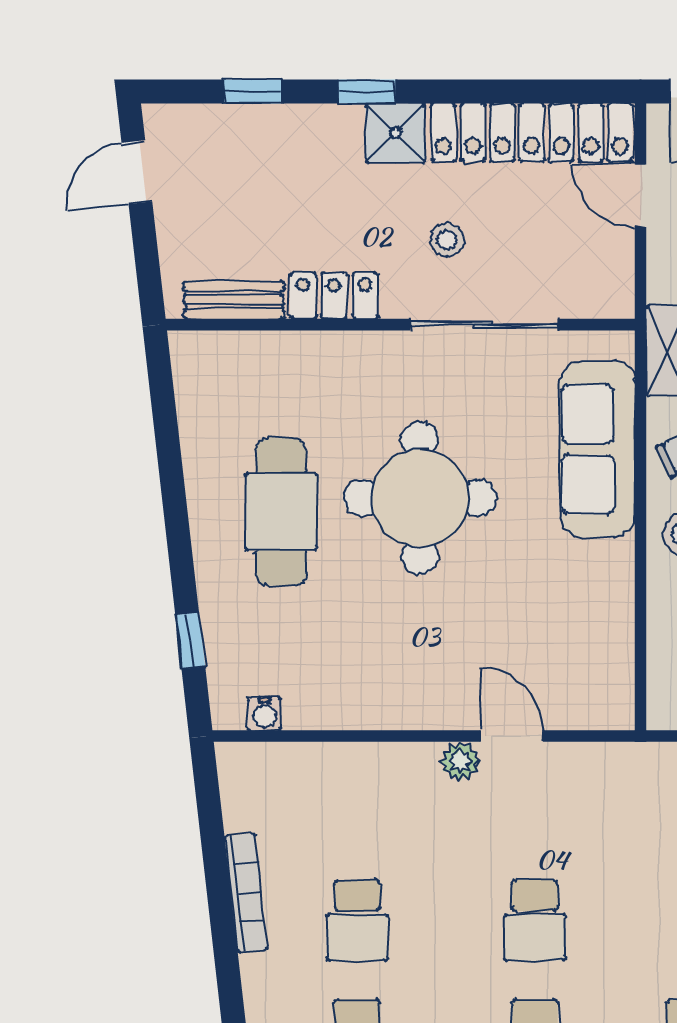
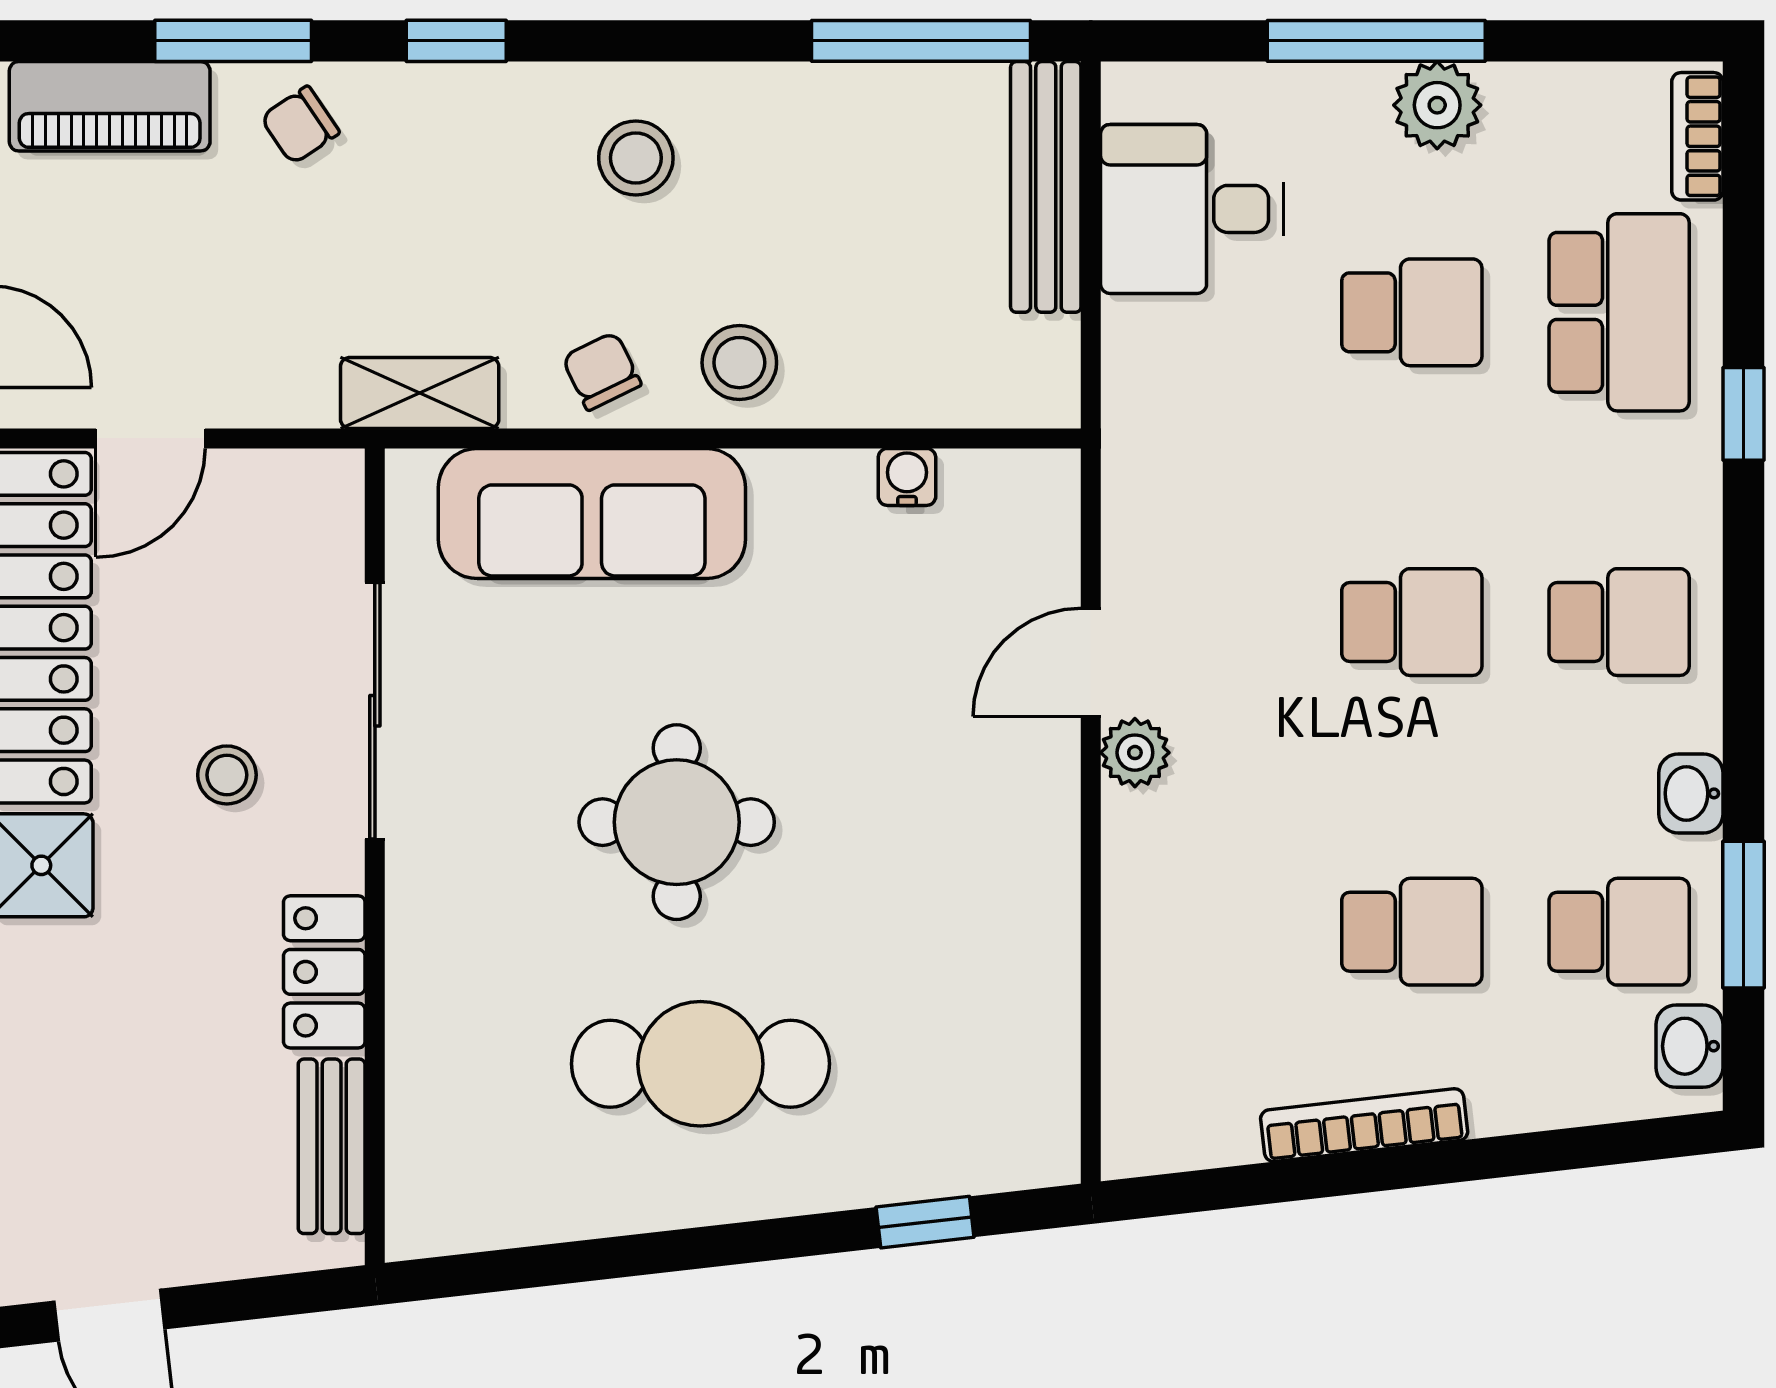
round table: (420, 498) -> (677, 822), width x0.73, depth x0.73
water cooler: (264, 714) -> (907, 477), moved, turned -90

